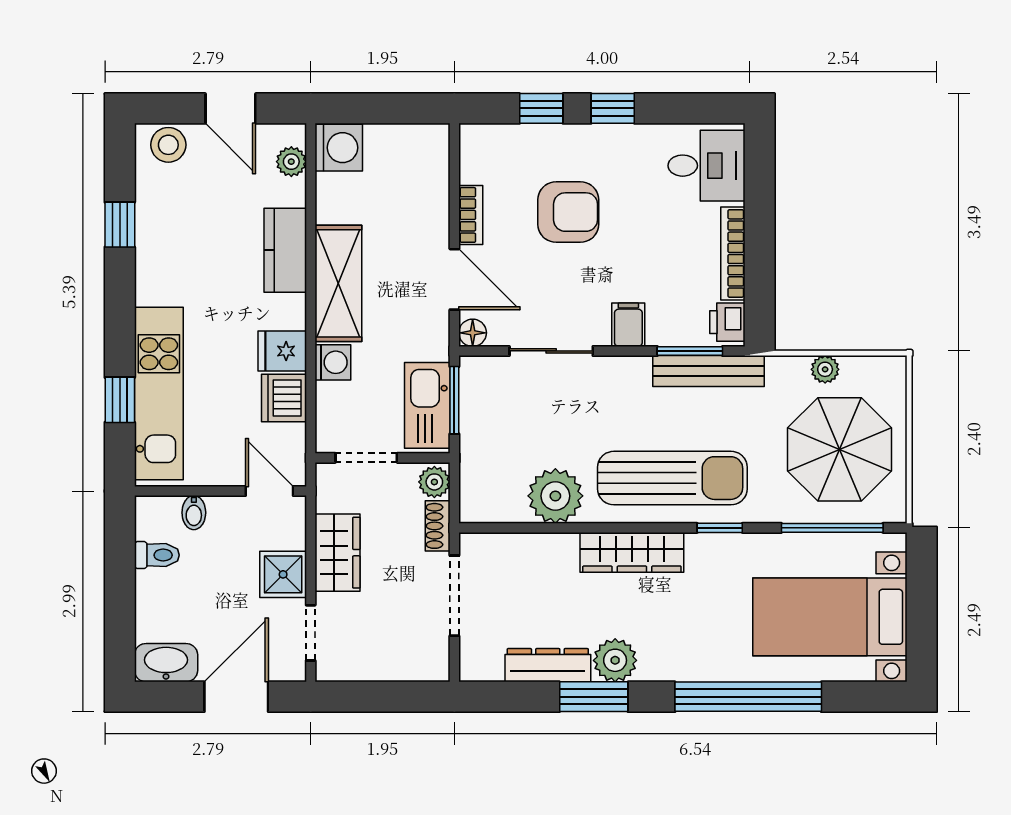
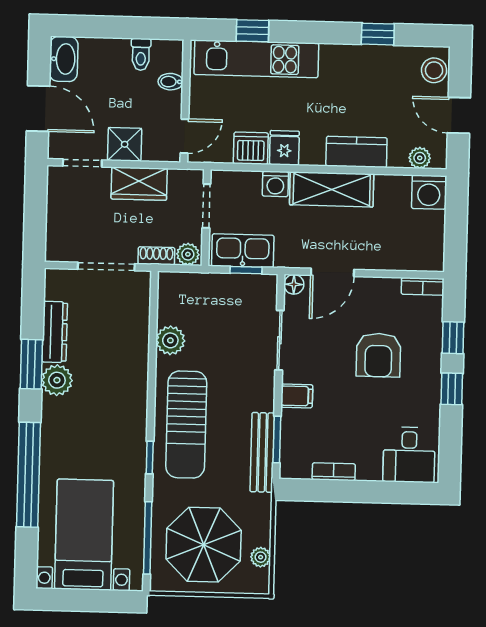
door: (231, 108) -> (459, 115), hinge flipped
bookcase: (471, 215) -> (423, 286), moved
bookcase: (733, 253) -> (334, 472), width x0.64
printer: (727, 322) -> (297, 467), removed
plant: (825, 369) -> (261, 557), moved
window: (454, 400) -> (246, 270), width x0.67
plant: (555, 496) -> (170, 340), width x0.73, depth x0.73
wardrobe: (632, 552) -> (134, 394), removed

